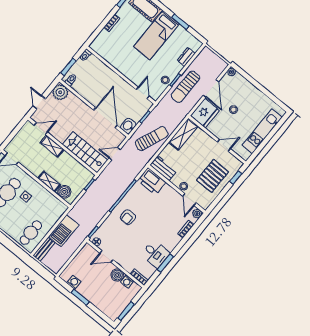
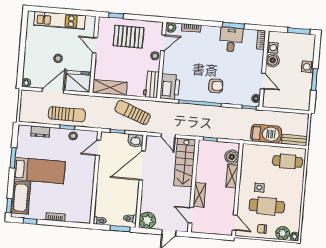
washing machine: (74, 282) -> (308, 67), moved

